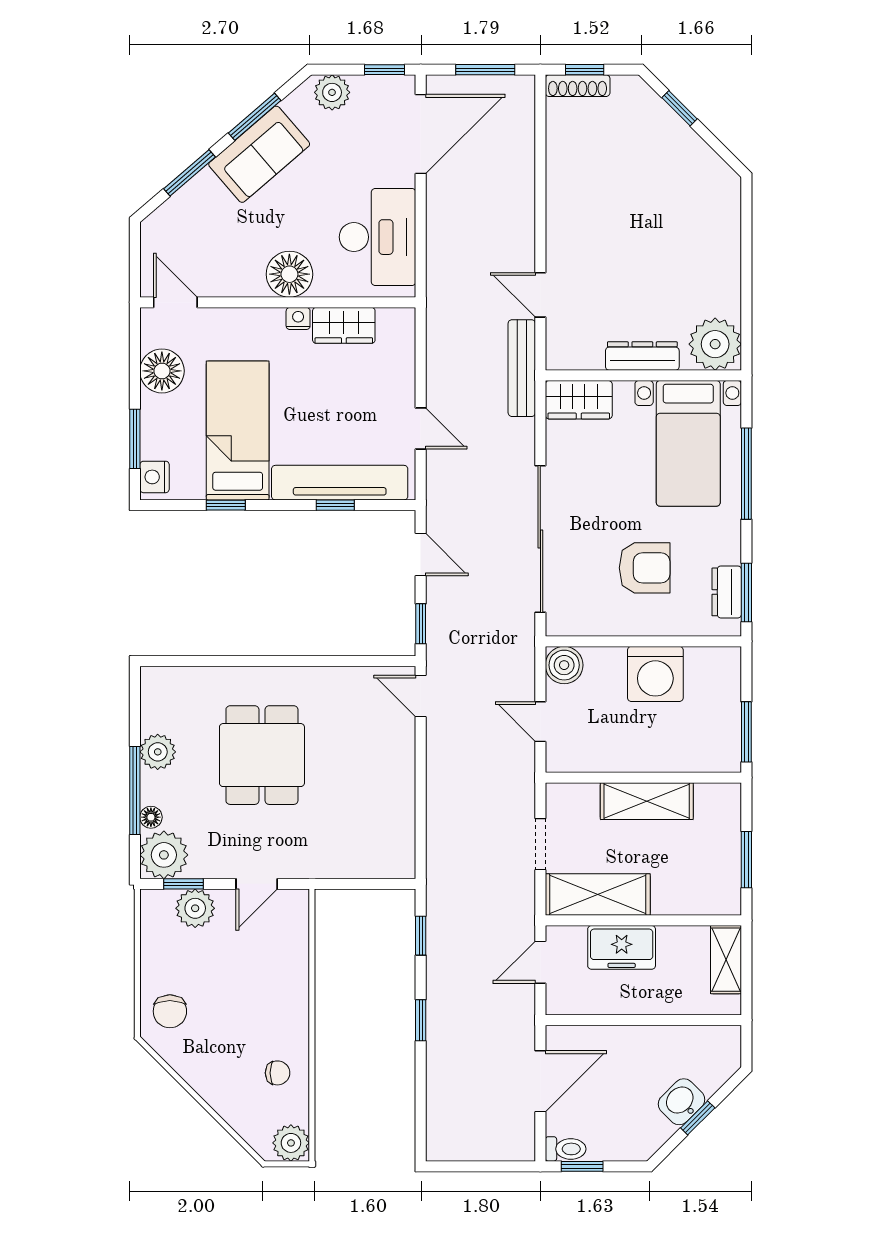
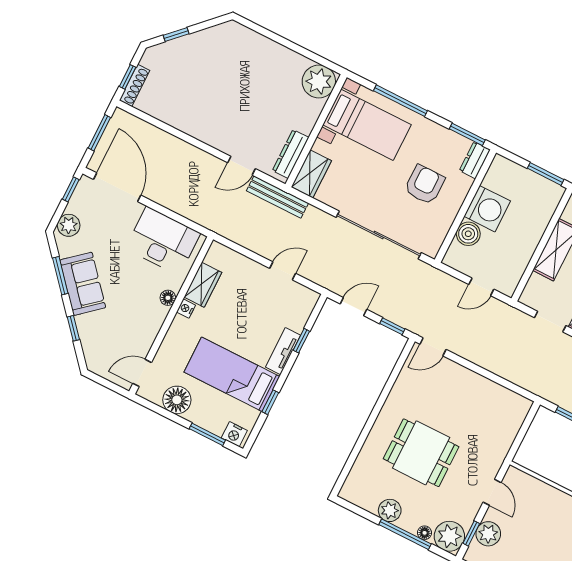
window: (189, 173) -> (73, 328), width x0.67
floor lamp: (289, 274) -> (168, 298), width x0.53, depth x0.53
dresser: (642, 356) -> (291, 154), moved
tv unit: (340, 483) -> (283, 351), width x0.52, depth x0.78
dresser: (727, 592) -> (475, 160), moved, turned 90
boiler: (564, 665) -> (468, 234), moved

